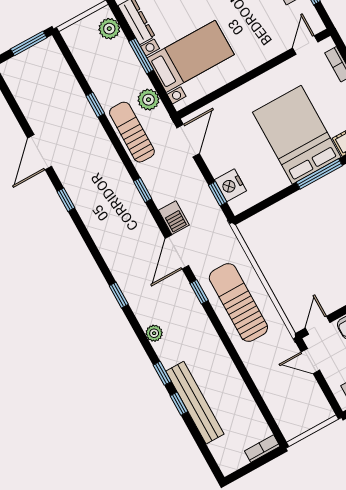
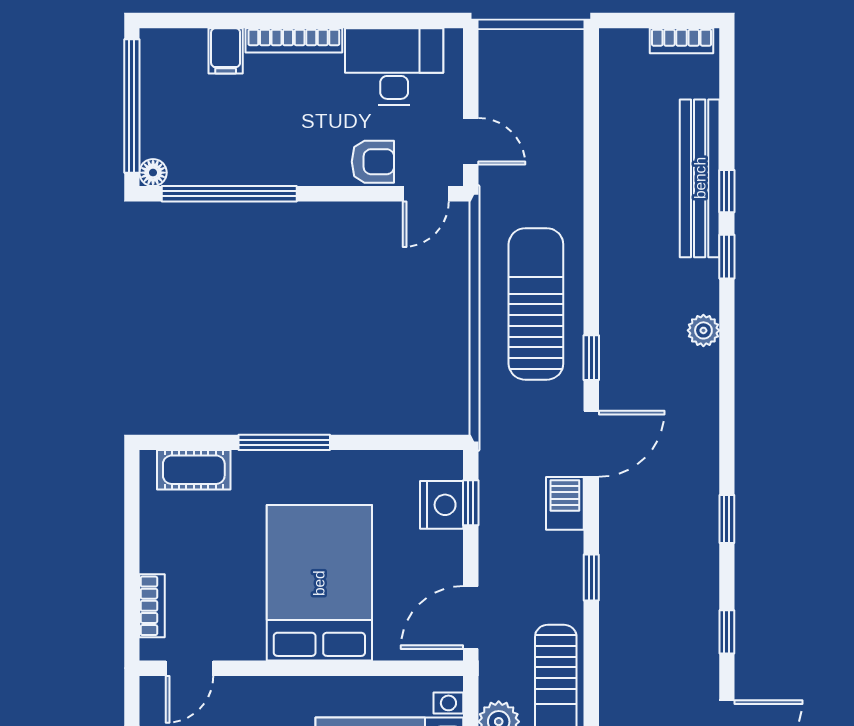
bed: (297, 135) -> (319, 583), moved, turned 180
window: (119, 295) -> (727, 519), moved
sun lounger: (238, 302) -> (536, 304), turned 180
bookcase: (262, 449) -> (682, 41), moved

